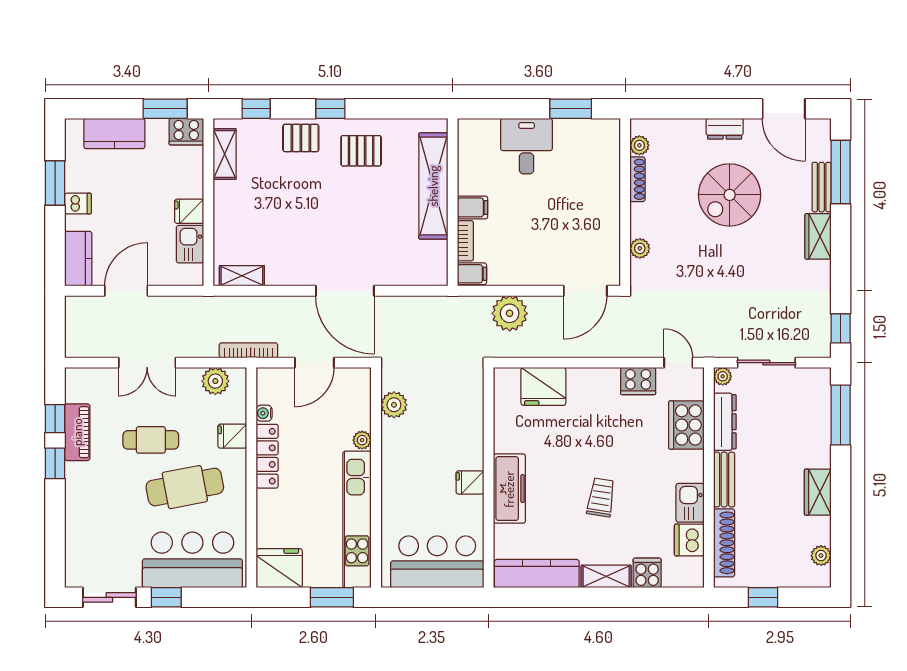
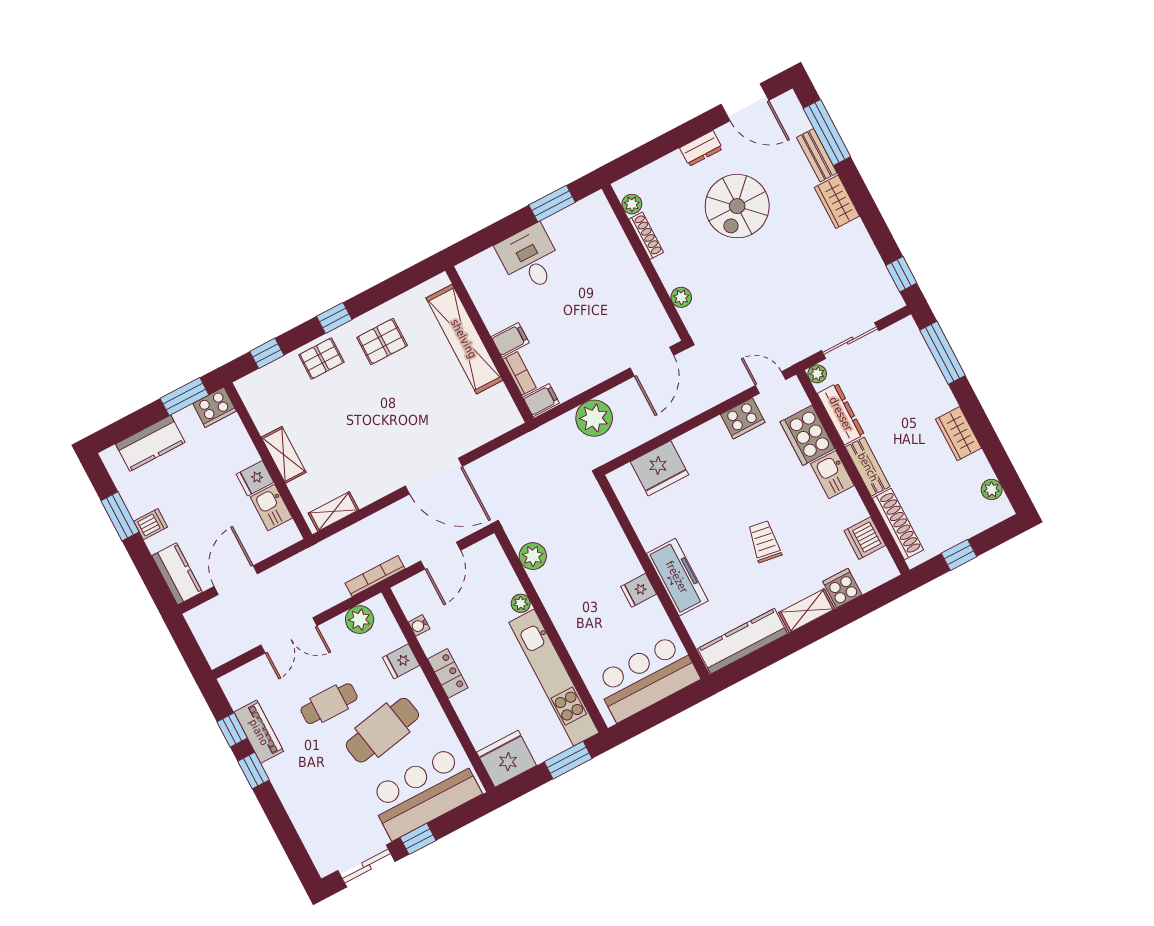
shelving: (225, 154) -> (284, 455), moved
locker: (267, 456) -> (448, 673), width x0.66
kitchen sink: (690, 503) -> (832, 475), moved

